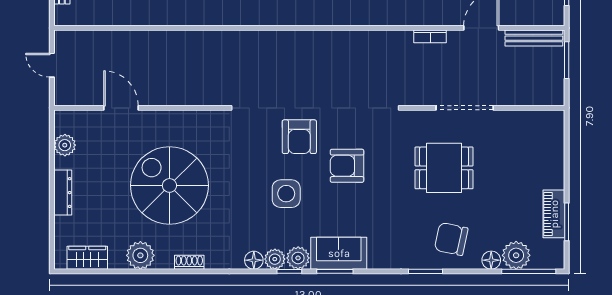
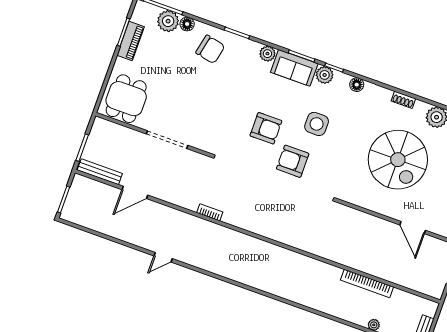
bookcase: (153, 18) -> (367, 283), added
bookcase: (430, 36) -> (210, 212), moved
armchair: (299, 137) -> (293, 161), turned -90
dining table: (444, 168) -> (126, 99), moved, turned 90
plant: (275, 259) -> (267, 54), moved

